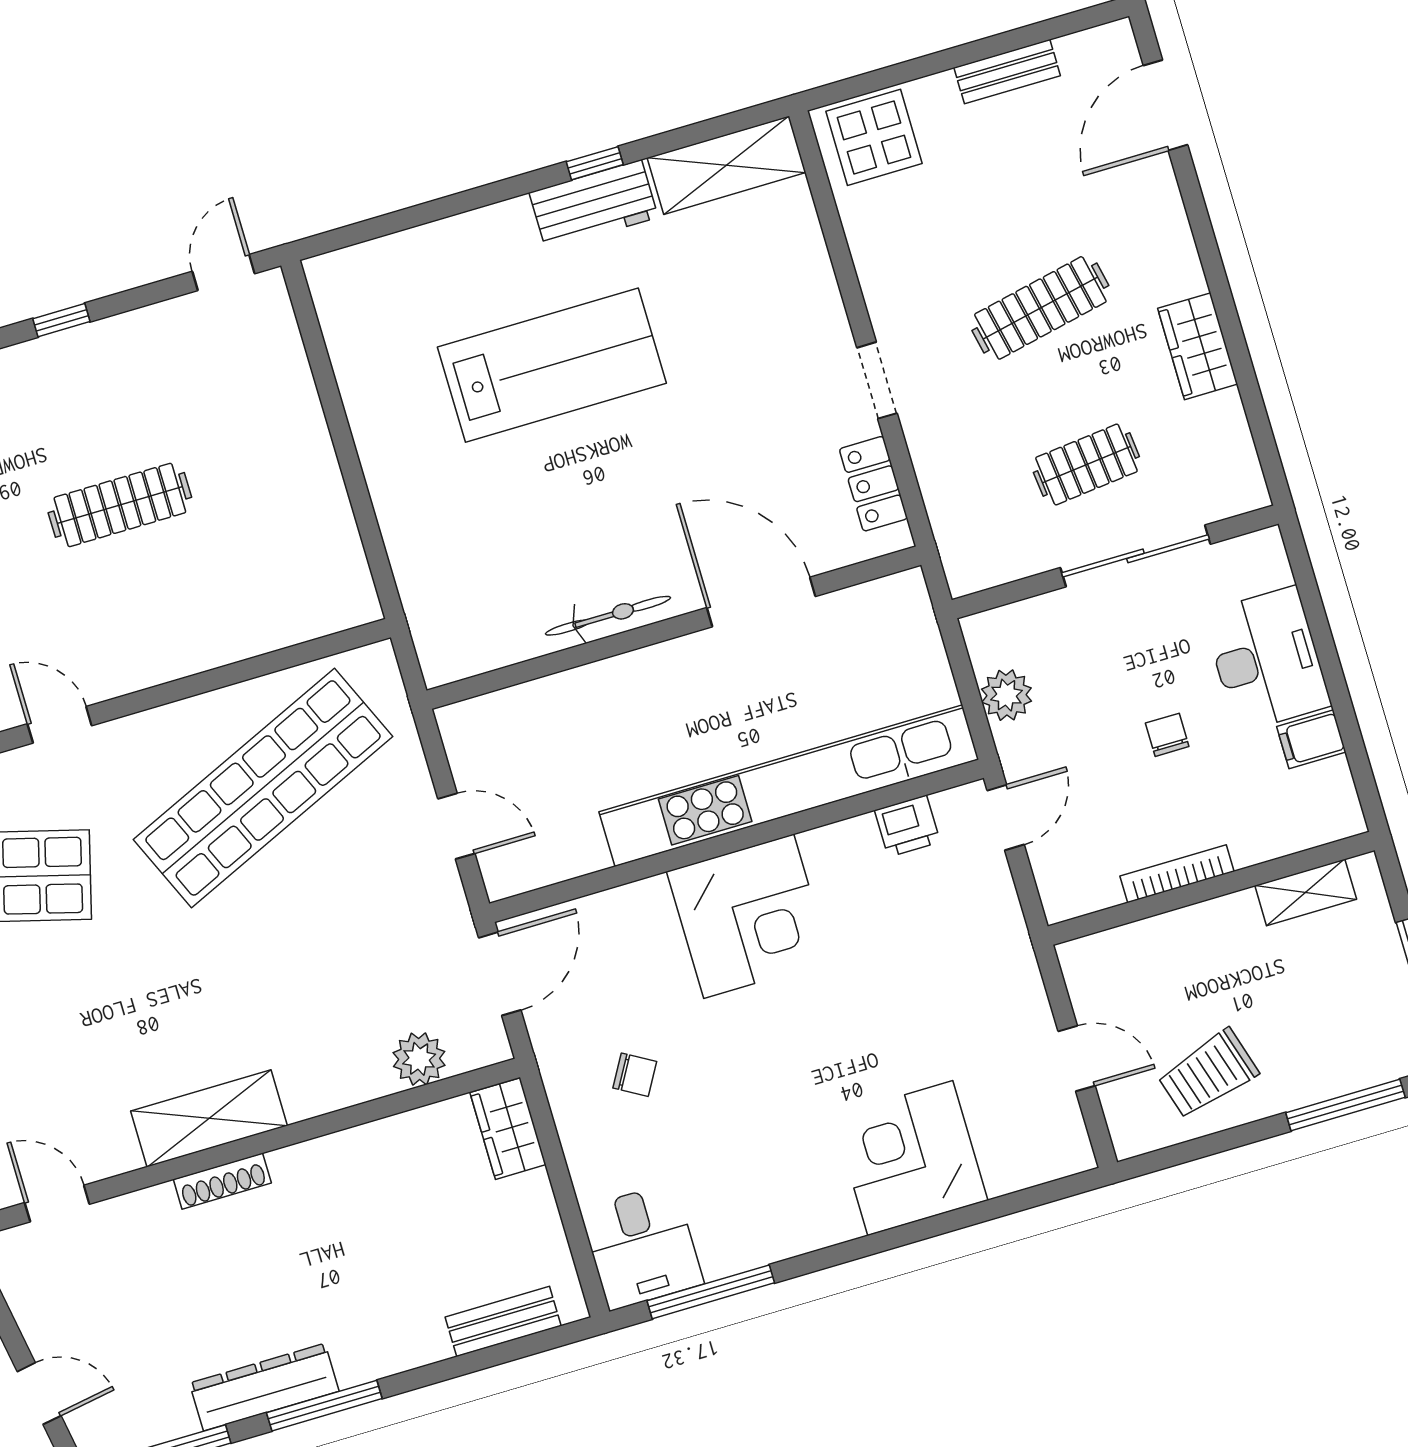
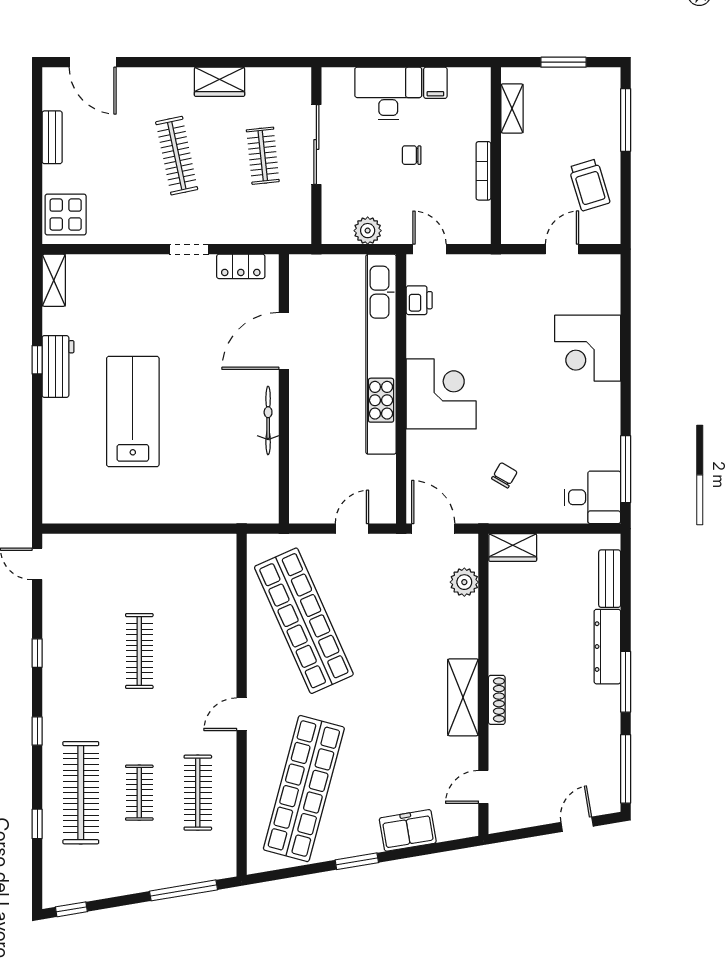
shelving: (726, 165) -> (54, 280), width x0.67, depth x0.75
dresser: (264, 1387) -> (607, 647), moved

